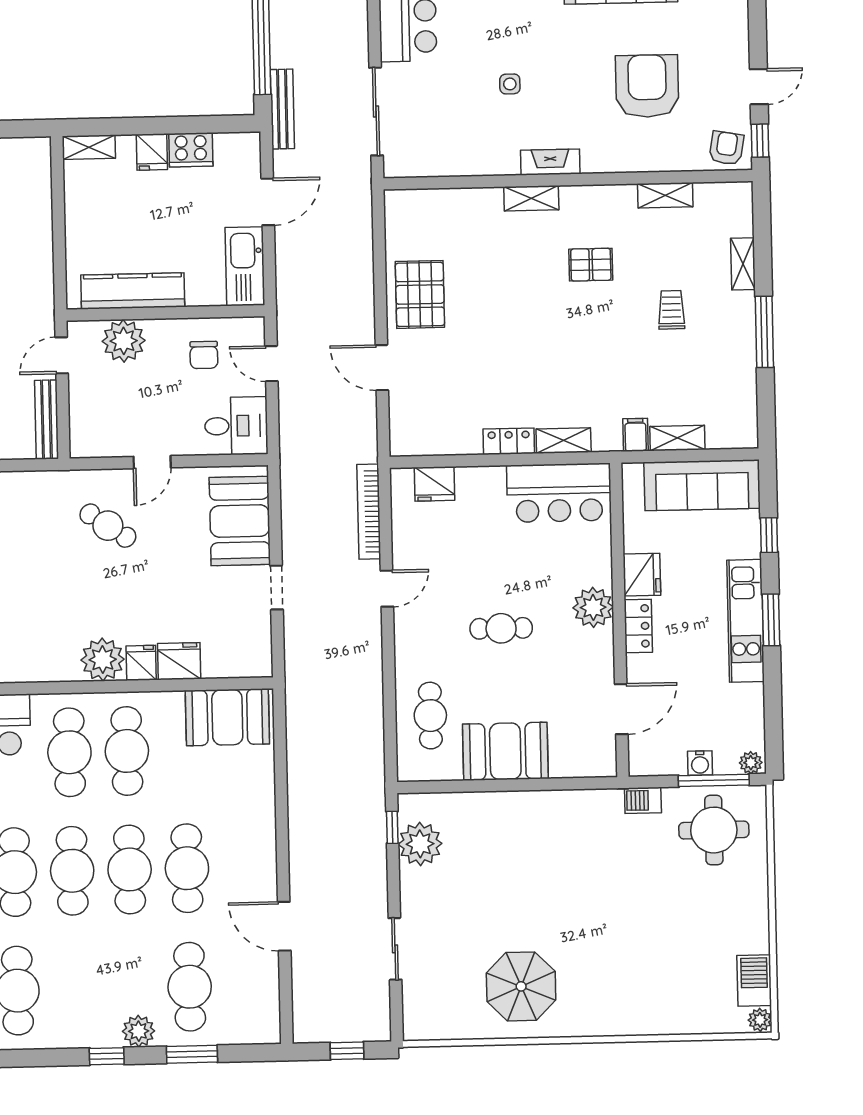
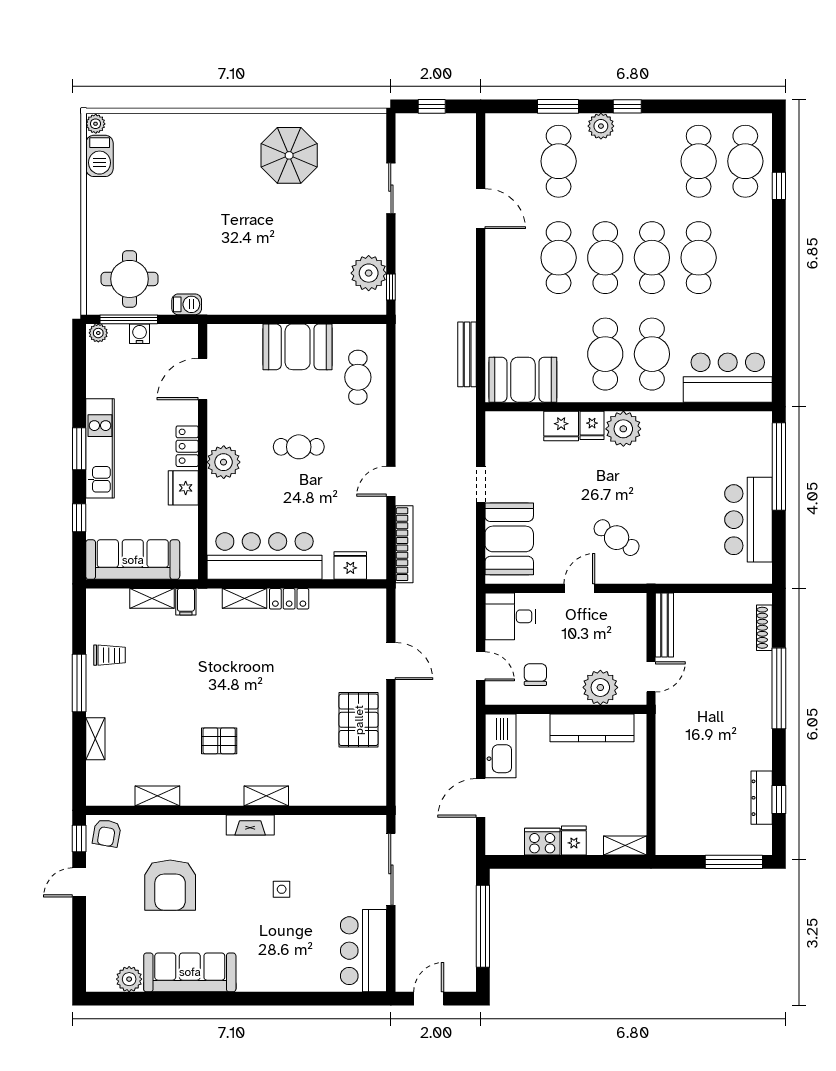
bench: (282, 109) -> (467, 354), moved
trolley: (671, 310) -> (109, 655), moved, turned -90
bar counter: (559, 493) -> (264, 556), width x1.36

